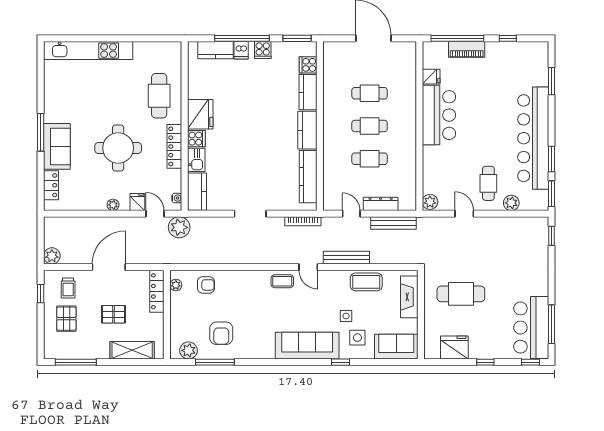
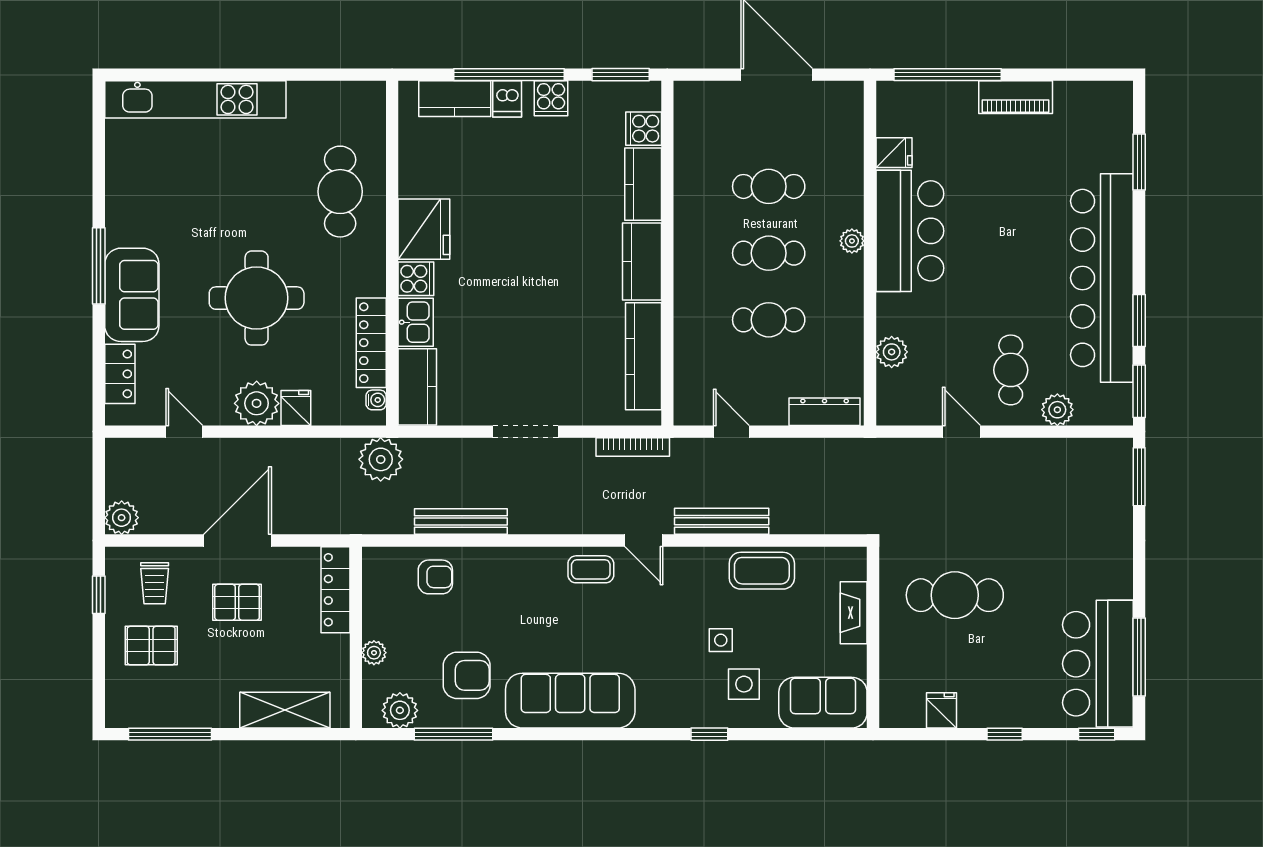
window: (508, 38) -> (1050, 75), removed
piano: (467, 49) -> (1016, 97), moved
plant: (410, 120) -> (852, 241), added
locker: (174, 146) -> (371, 343), moved
plant: (430, 202) -> (892, 352), moved
dresser: (381, 204) -> (825, 412), moved
plant: (113, 205) -> (257, 403), width x1.88, depth x1.88
door: (155, 214) -> (184, 432), moved
bench: (394, 223) -> (461, 522), moved
window: (551, 236) -> (1139, 477), width x1.50
plant: (176, 285) -> (374, 653), moved
fireplace: (409, 297) -> (854, 613), width x0.73, depth x0.76
pallet: (113, 314) -> (237, 602), moved
pallet: (66, 319) -> (151, 646), turned 90
armchair: (221, 333) -> (467, 675), turned -90
sofa: (307, 346) -> (570, 701), moved
fridge: (454, 347) -> (941, 710), width x0.53, depth x0.75

